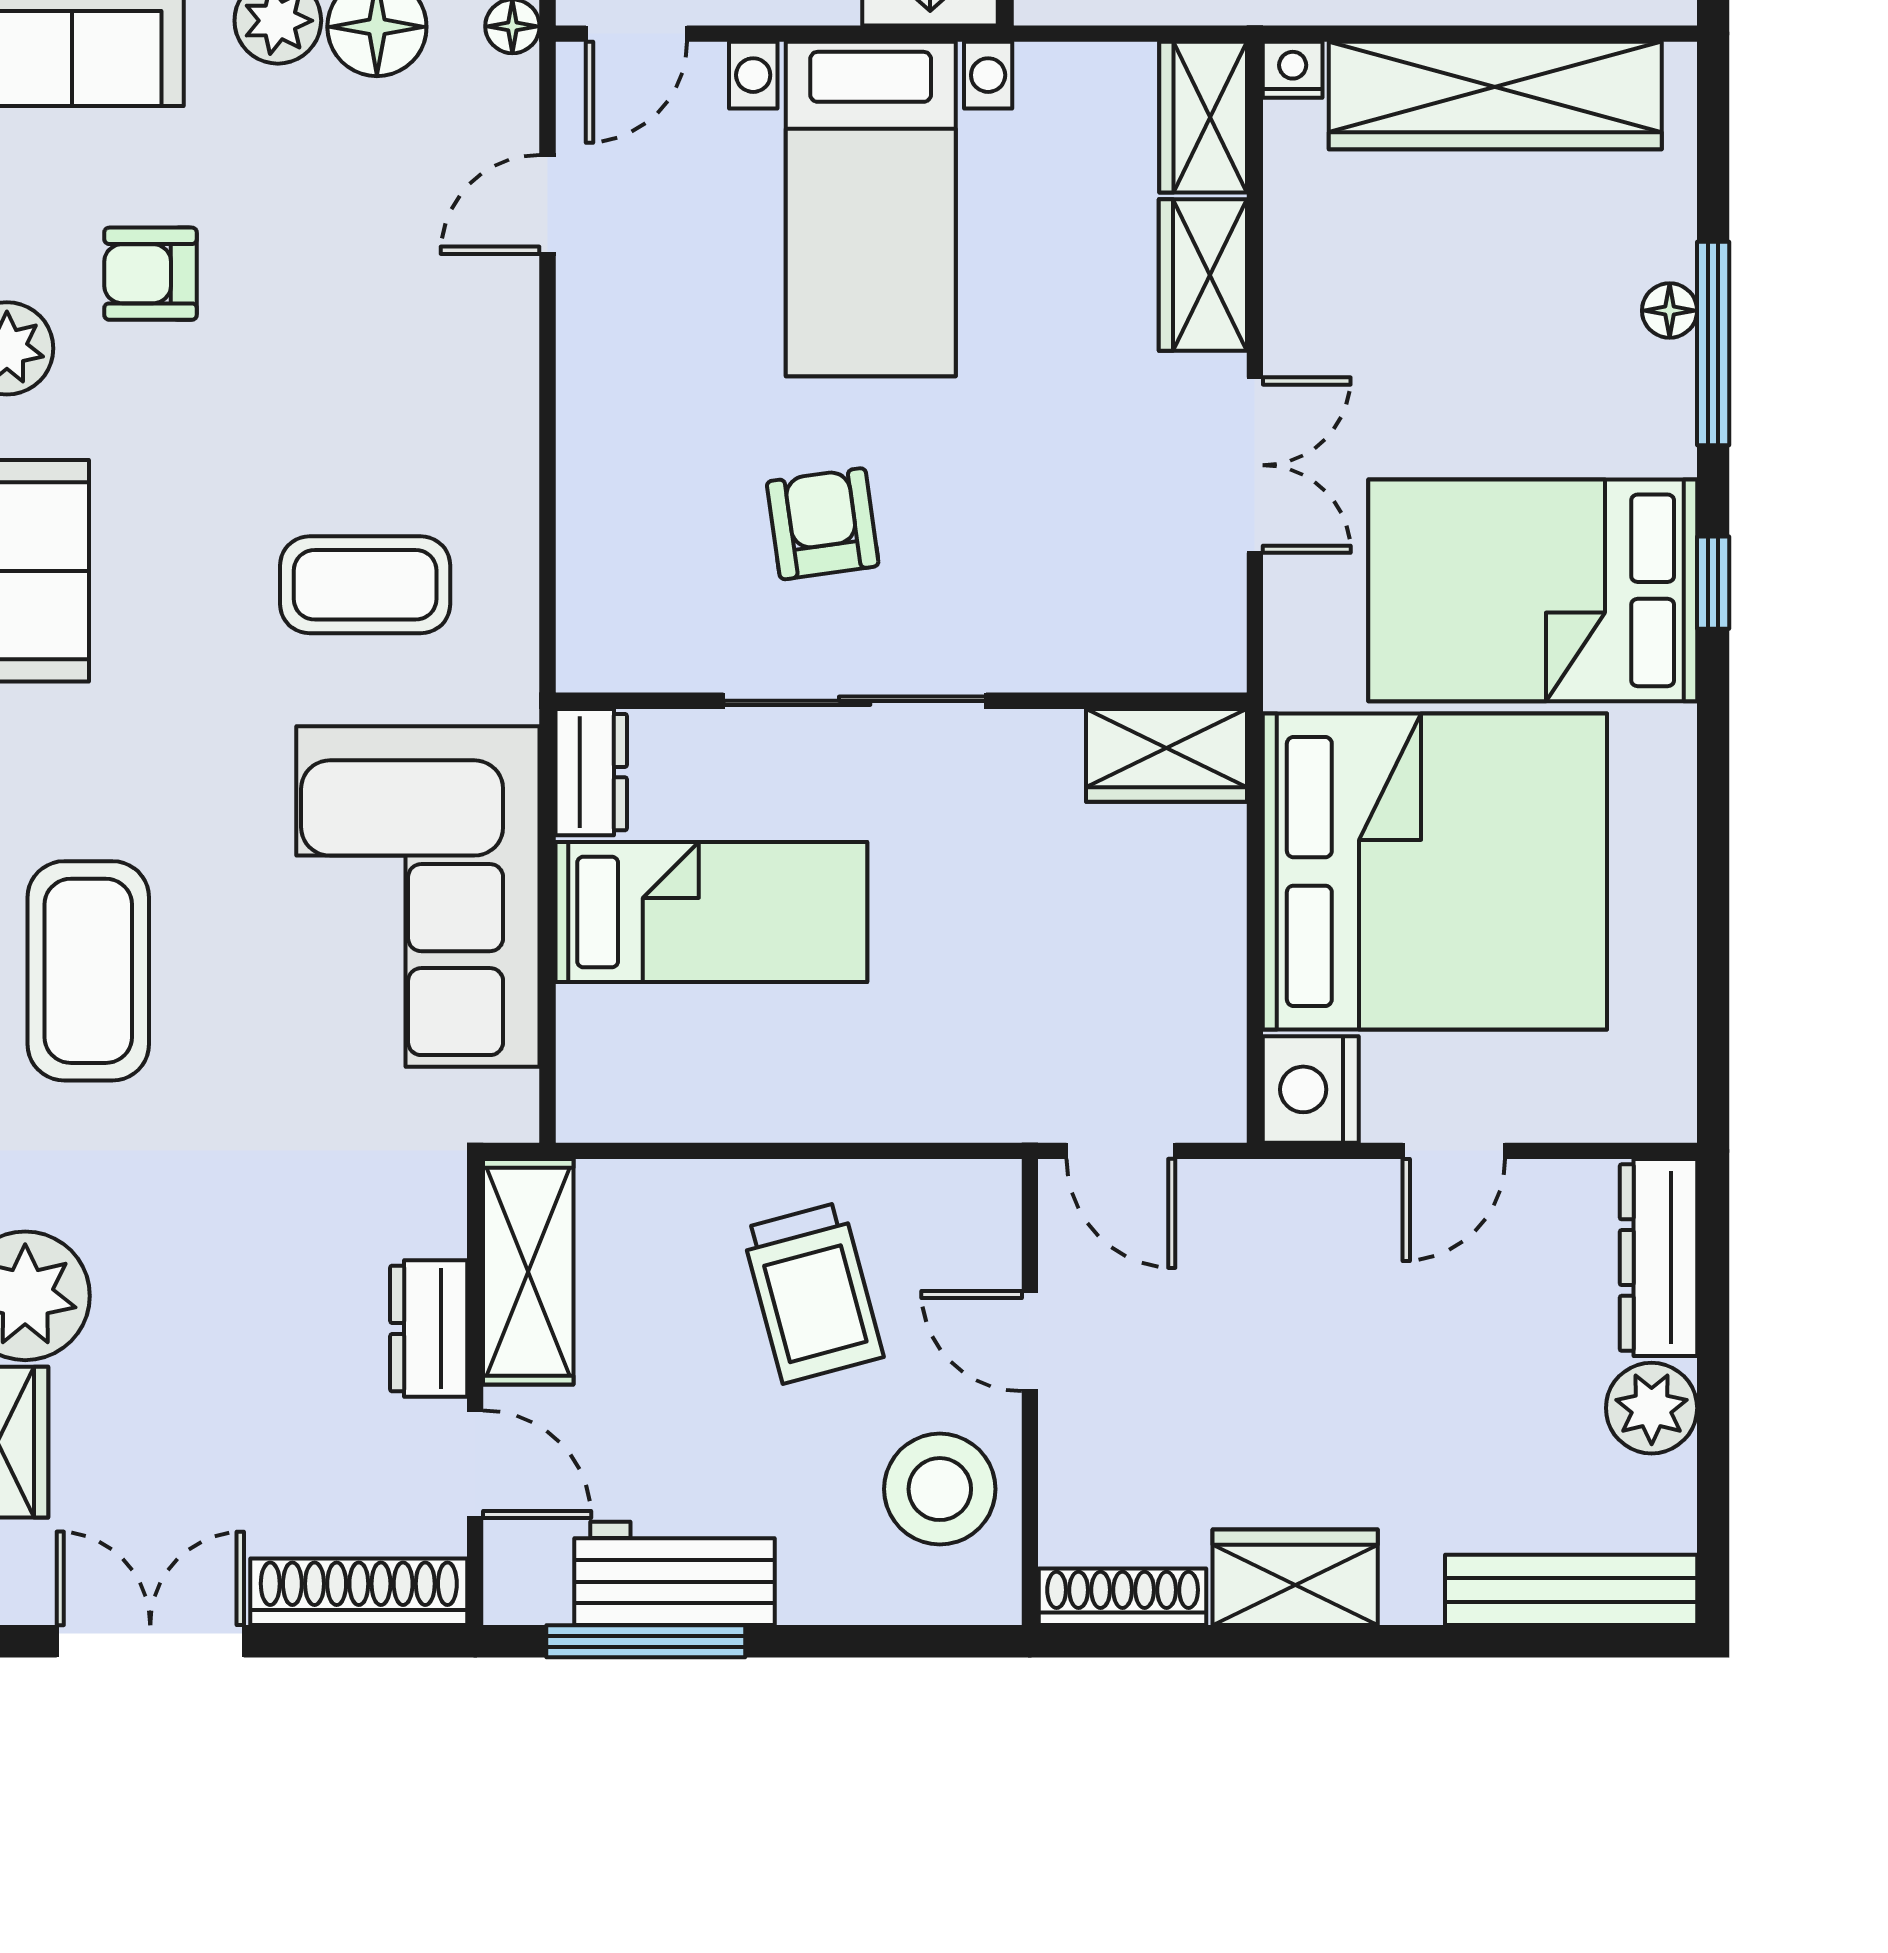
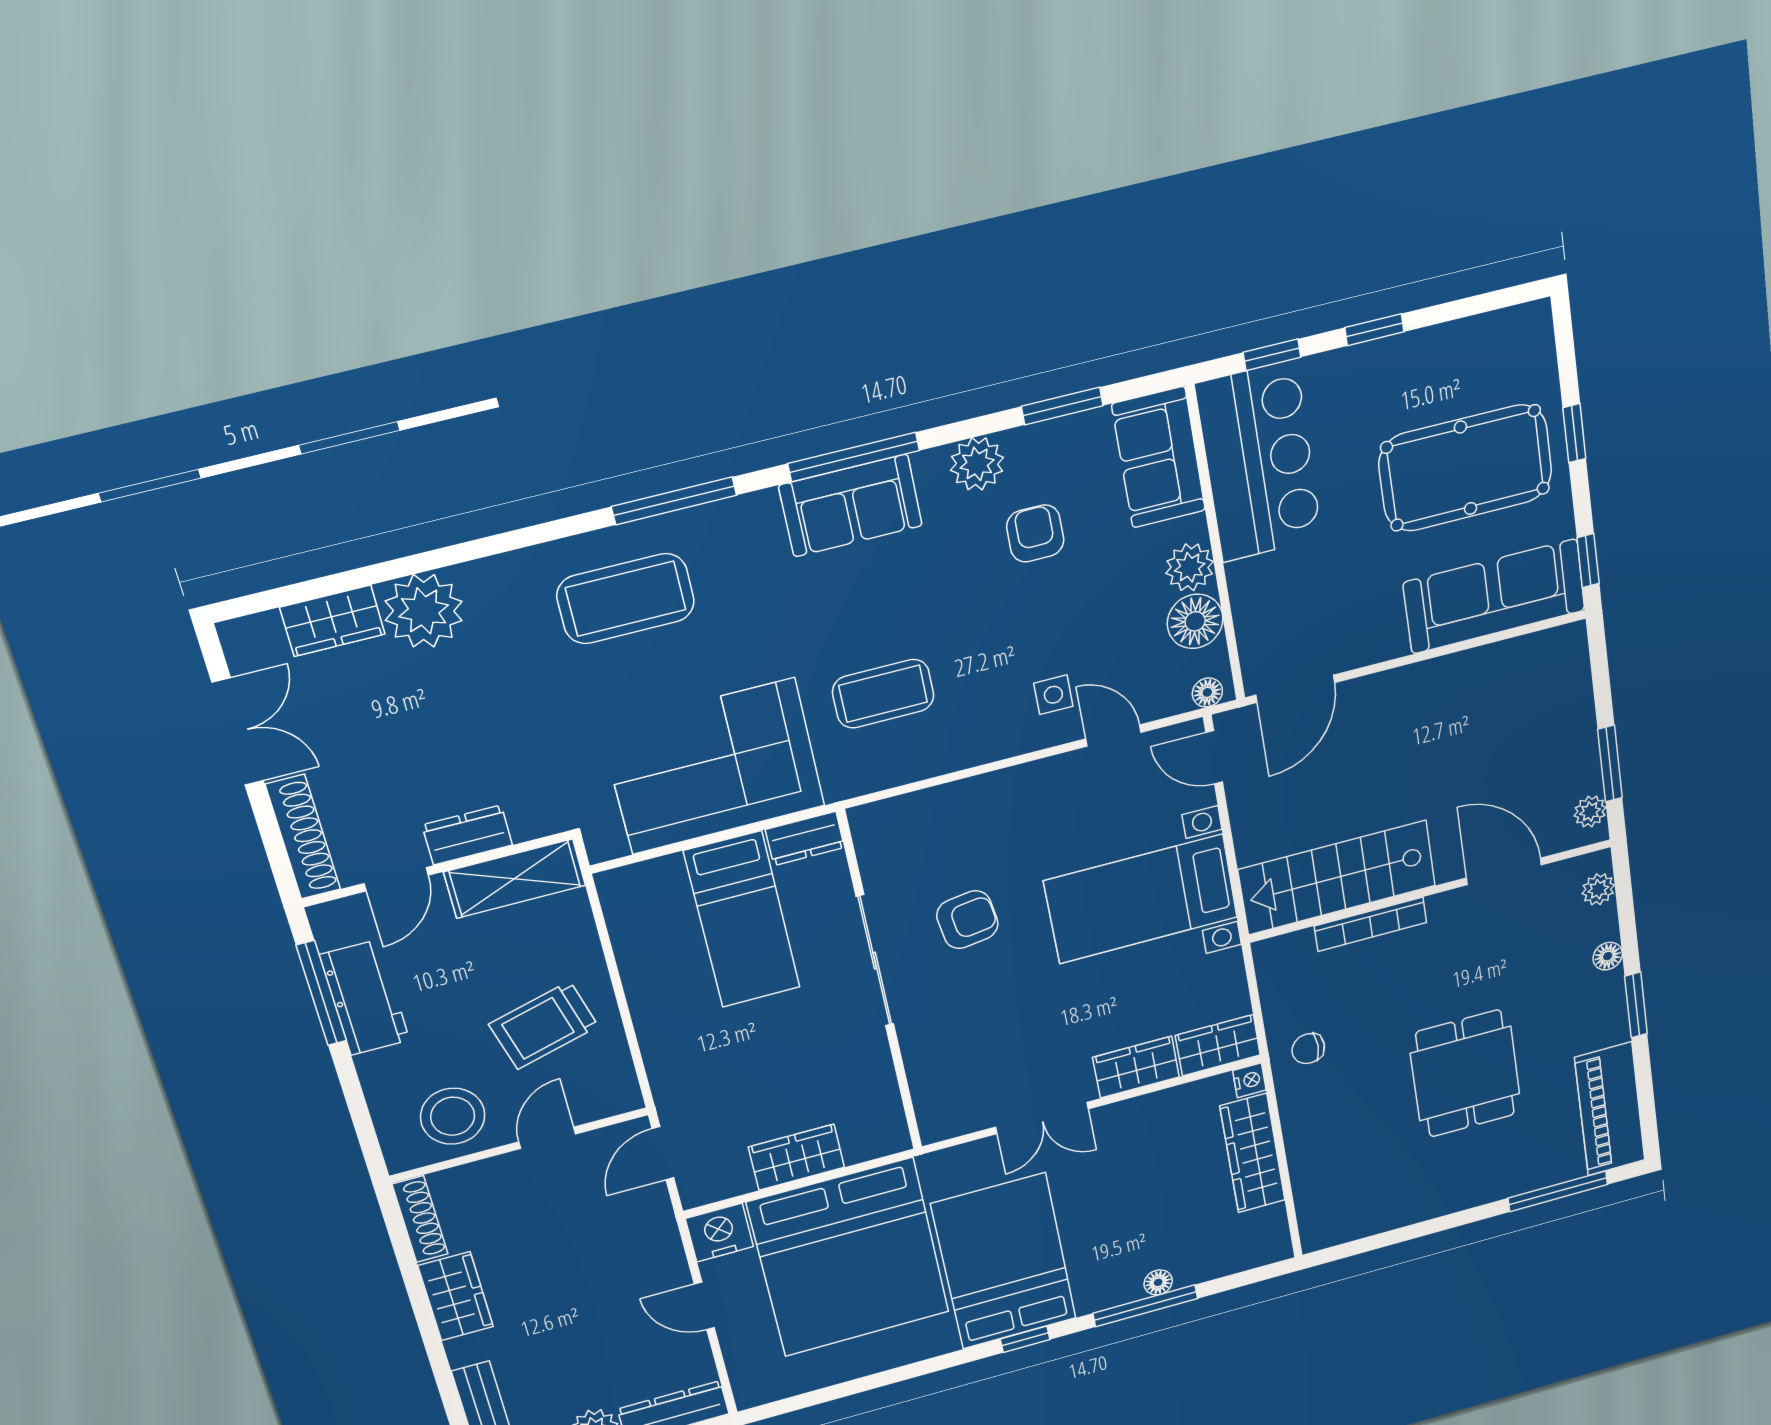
wardrobe: (1495, 95) -> (1253, 1153), width x0.71, depth x0.85
side table: (445, 295) -> (1053, 695), added
coffee table: (365, 585) -> (883, 694), turned 90
wardrobe: (1167, 755) -> (796, 1157), moved, turned 90

